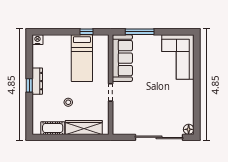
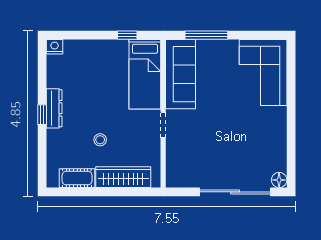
bed: (82, 58) -> (145, 74), moved

